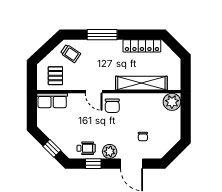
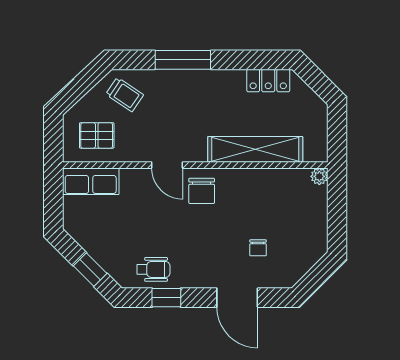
locker: (142, 46) -> (268, 81), width x0.66
pallet: (55, 76) -> (97, 135), turned 90
plant: (172, 102) -> (319, 176), width x0.53, depth x0.53
plant: (110, 151) -> (197, 275), removed

